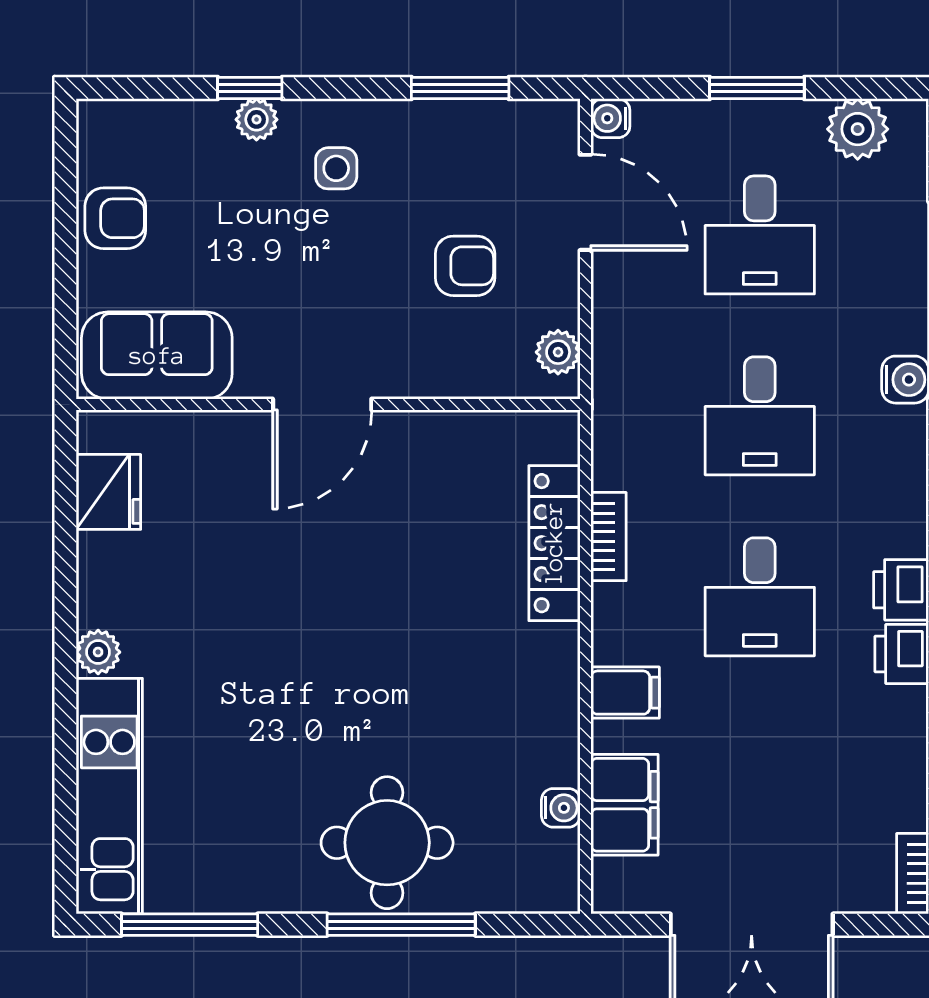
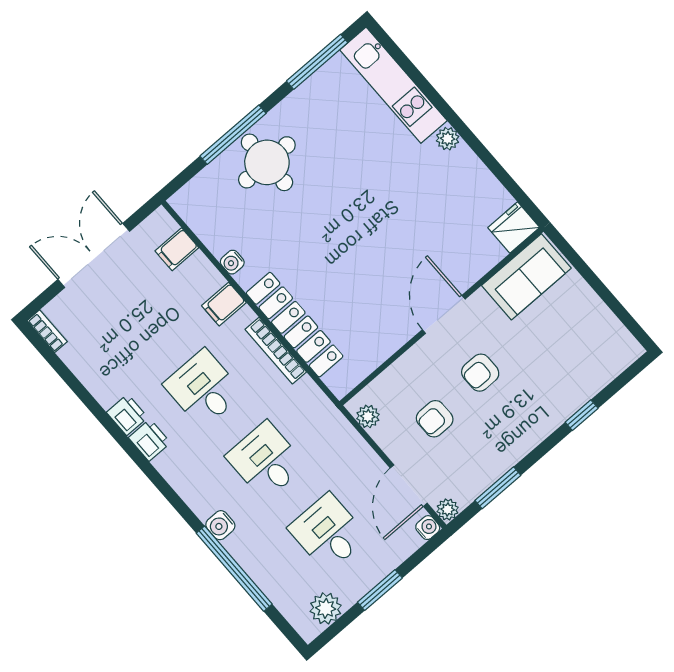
plant: (257, 119) -> (448, 509), moved
side table: (336, 168) -> (520, 413), removed
door: (585, 202) -> (409, 486), hinge flipped
armchair: (115, 218) -> (480, 373), moved
fridge: (108, 492) -> (514, 228), moved, turned 90
bookcase: (608, 537) -> (276, 351), width x1.56
locker: (554, 543) -> (295, 325), width x1.41, depth x1.21
filing cabinet: (624, 805) -> (177, 249), width x0.50
water cooler: (561, 808) -> (232, 262), moved

